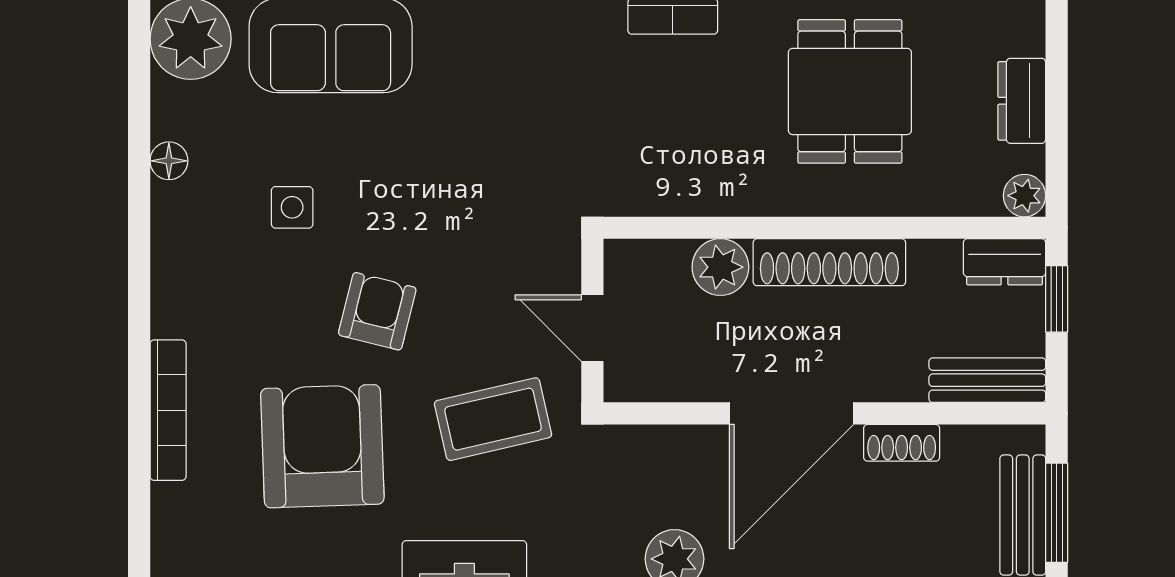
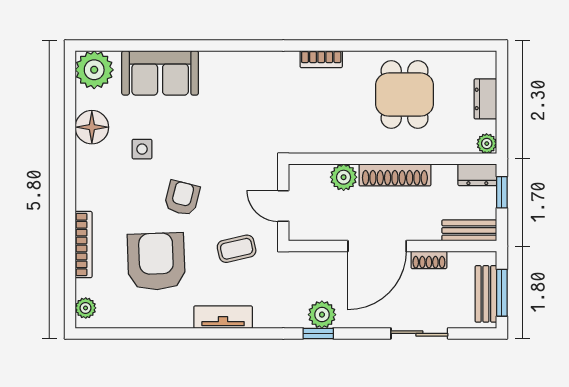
floor lamp: (169, 161) -> (92, 127), width x1.89, depth x1.89
coffee table: (493, 419) -> (237, 249), width x0.73, depth x0.77
plant: (172, 545) -> (86, 308), added

